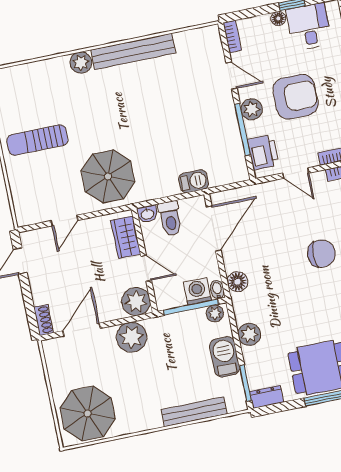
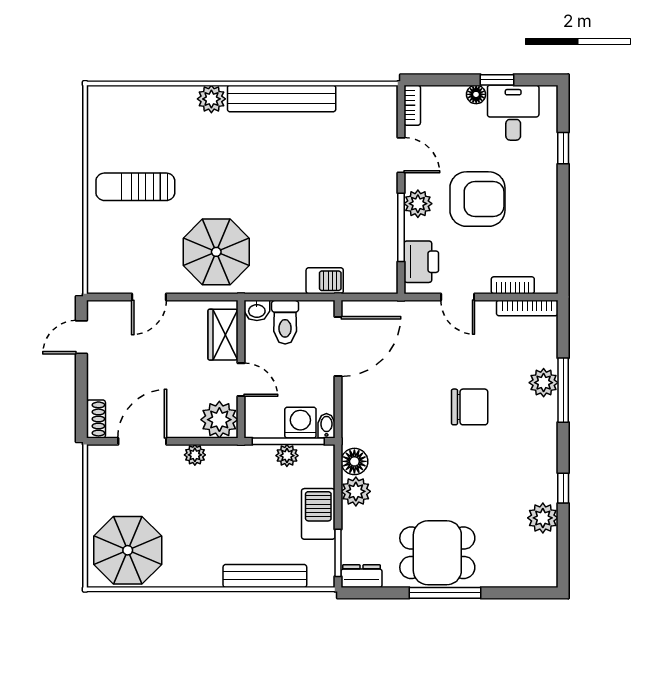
floor lamp: (237, 282) -> (354, 461), moved
plant: (215, 313) -> (287, 456), moved
plant: (131, 337) -> (195, 455), width x0.53, depth x0.53

